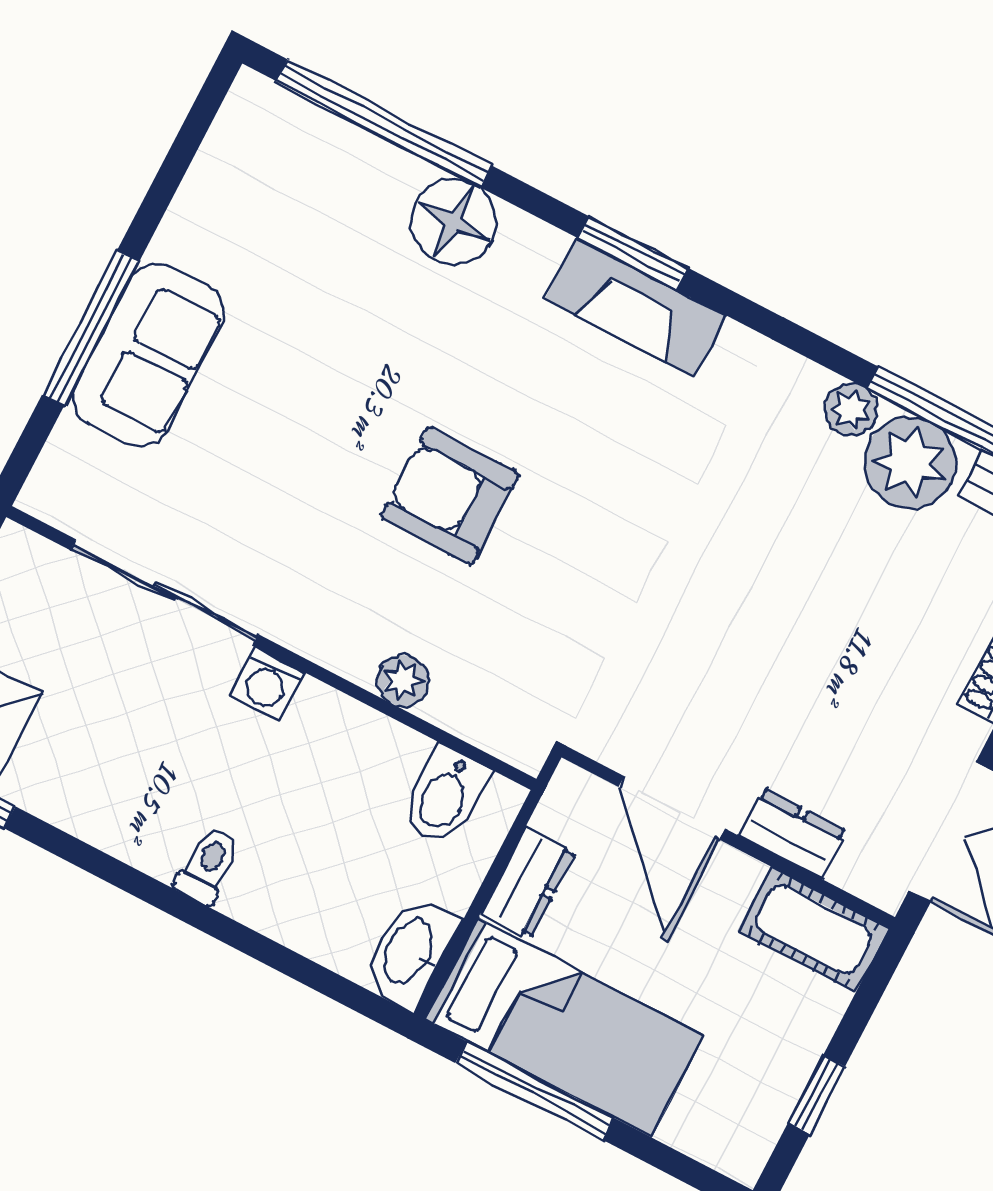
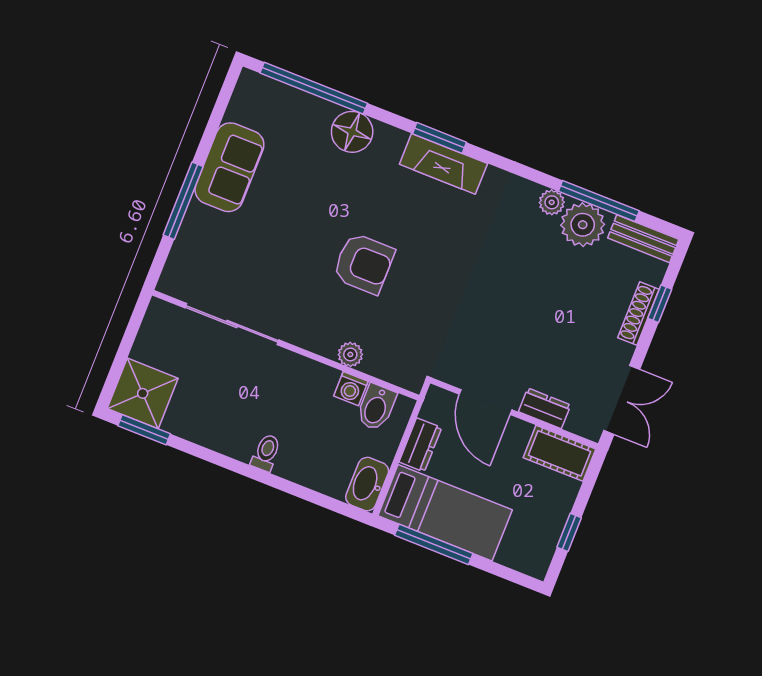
sofa: (149, 355) -> (229, 167), moved
armchair: (450, 496) -> (364, 263), turned 180
washing machine: (267, 684) -> (351, 389), moved

